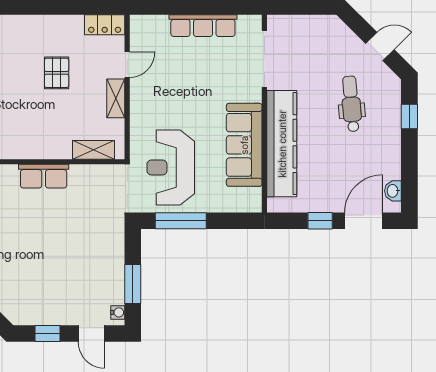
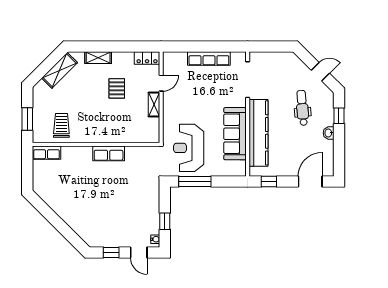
shelving: (93, 150) -> (98, 58), moved
washbasin: (393, 191) -> (329, 133), moved
window: (320, 221) -> (269, 181), moved
window: (133, 284) -> (165, 221), width x0.67

